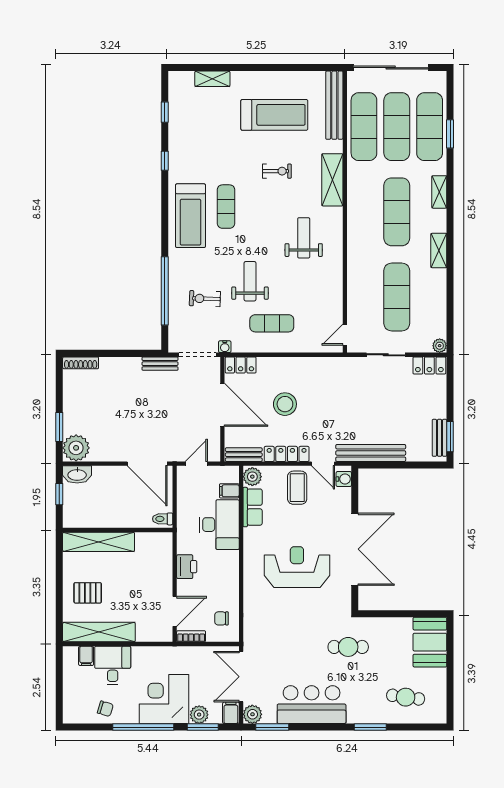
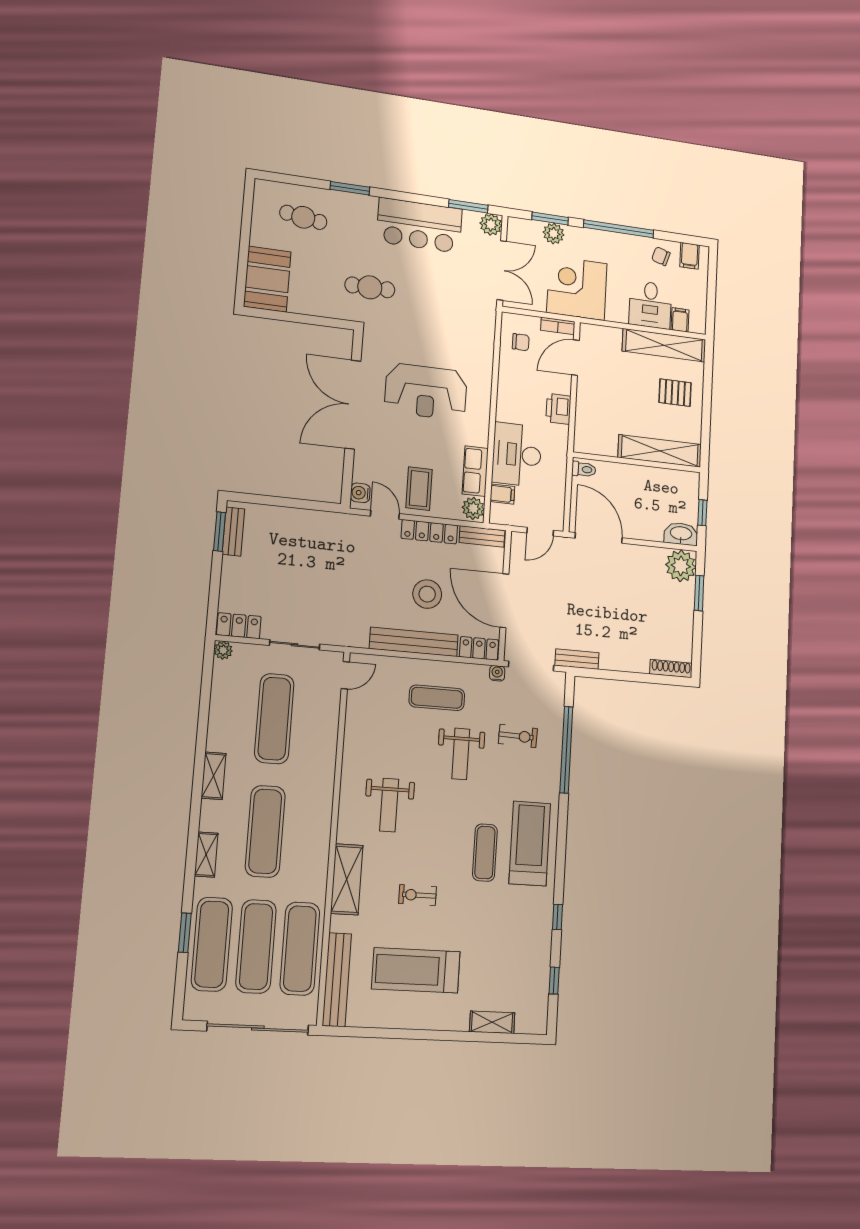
bench: (371, 453) -> (414, 642), moved
corner desk: (164, 699) -> (577, 288), moved, turned 180
filing cabinet: (231, 713) -> (689, 256), moved

